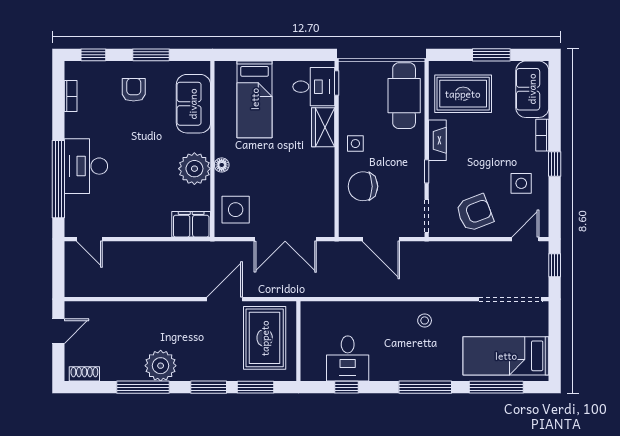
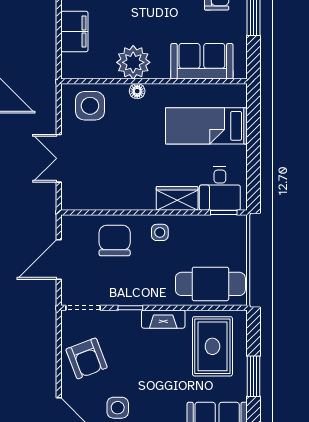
filing cabinet: (191, 224) -> (74, 32), moved
double door: (285, 239) -> (59, 158), width x0.73

